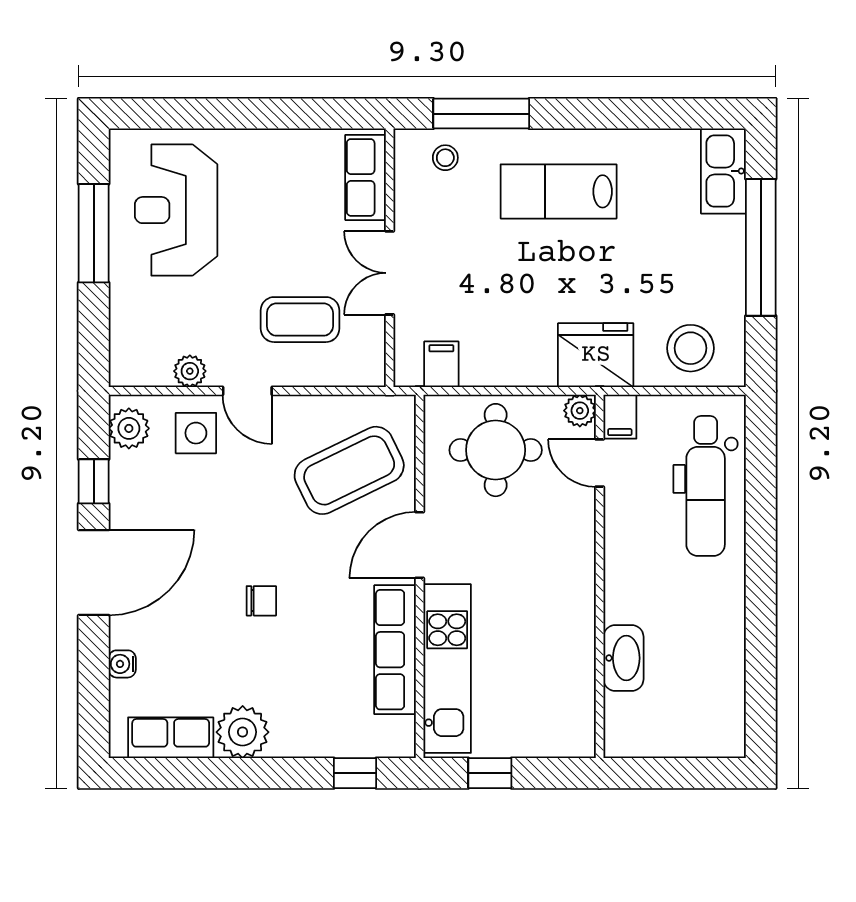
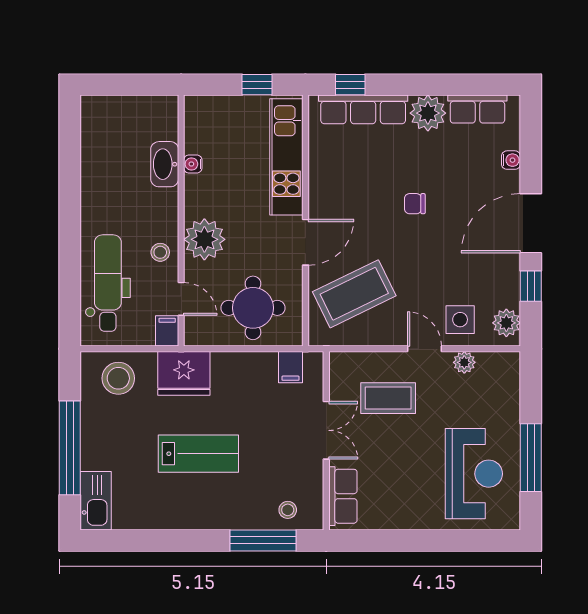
lab bench: (559, 191) -> (198, 454), moved
plant: (580, 411) -> (204, 239), moved, width x1.88, depth x1.88
stool: (630, 531) -> (160, 252), added
row of seats: (395, 650) -> (363, 109), moved, turned 90
water cooler: (583, 658) -> (193, 164), added

